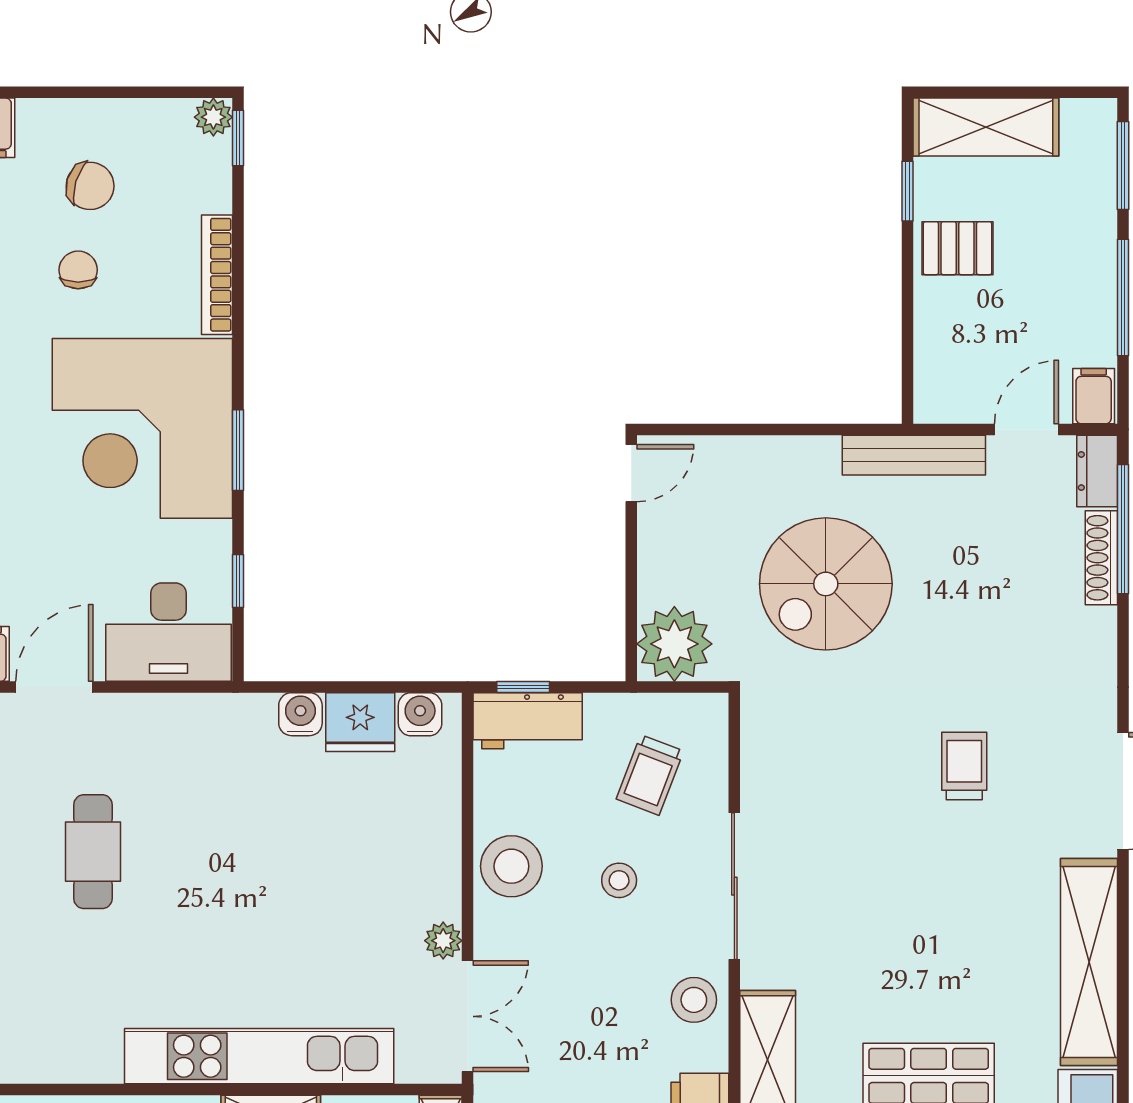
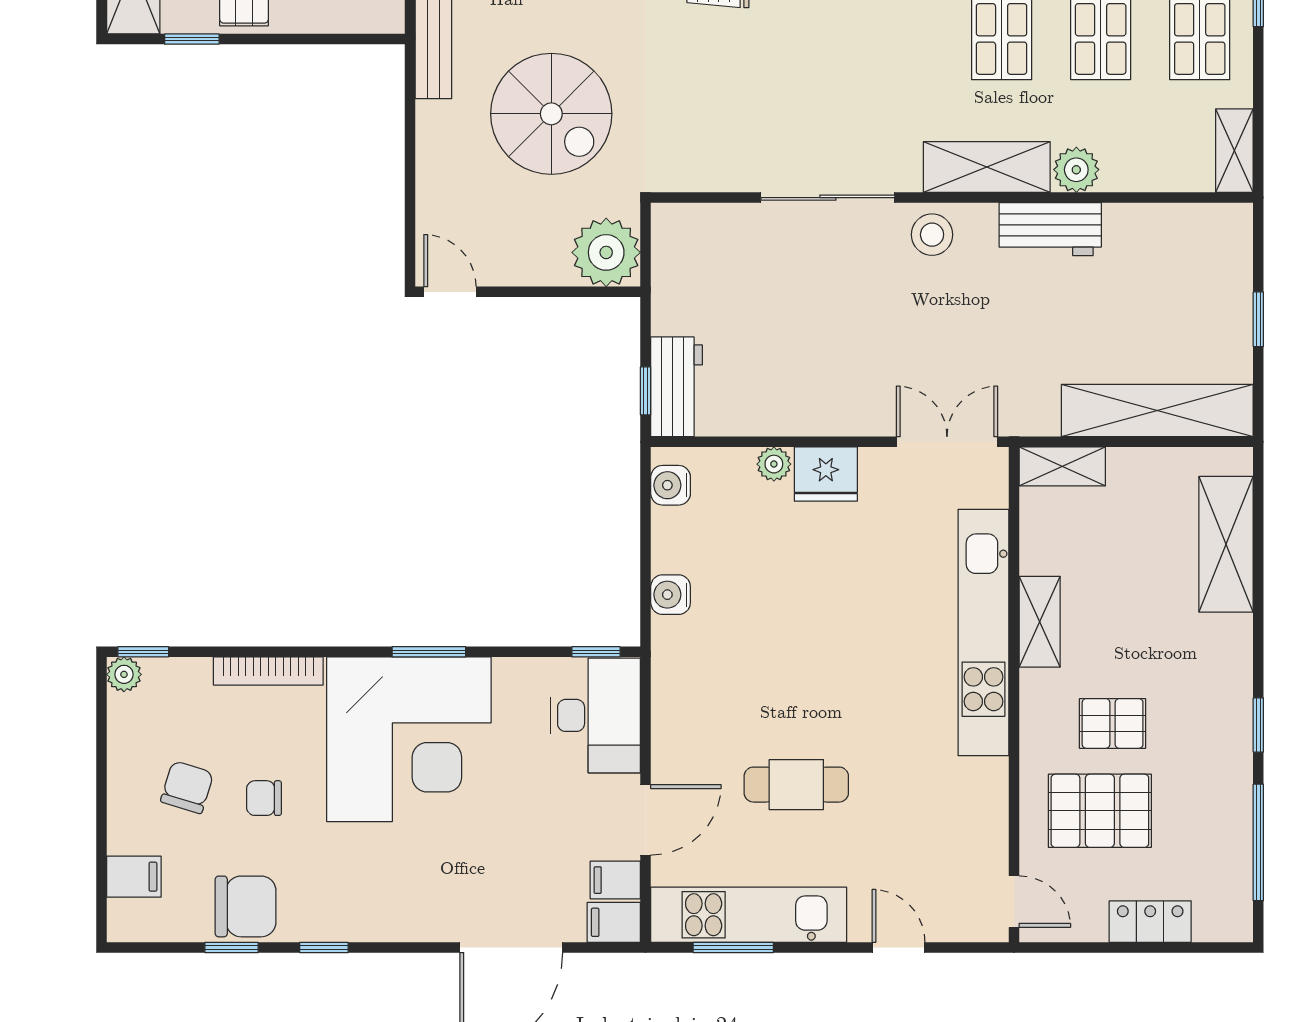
window: (238, 581) -> (596, 652), moved
door: (54, 687) -> (646, 820), swing flipped
fridge: (360, 722) -> (826, 474), moved, turned 90
trolley: (650, 775) -> (726, 275), removed
stool: (511, 866) -> (810, 402), removed
stool: (619, 880) -> (823, 303), removed
plant: (443, 941) -> (774, 464), moved

